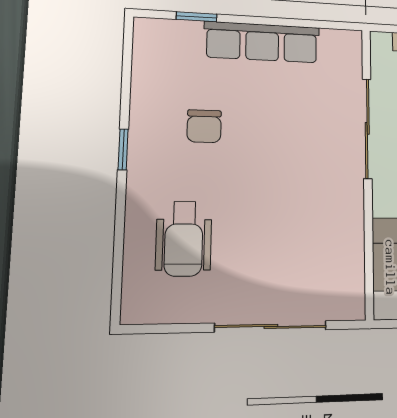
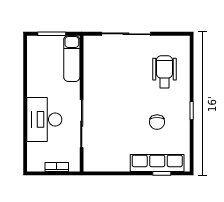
row of seats: (262, 42) -> (157, 163), moved
chair: (204, 126) -> (157, 122), turned 180

